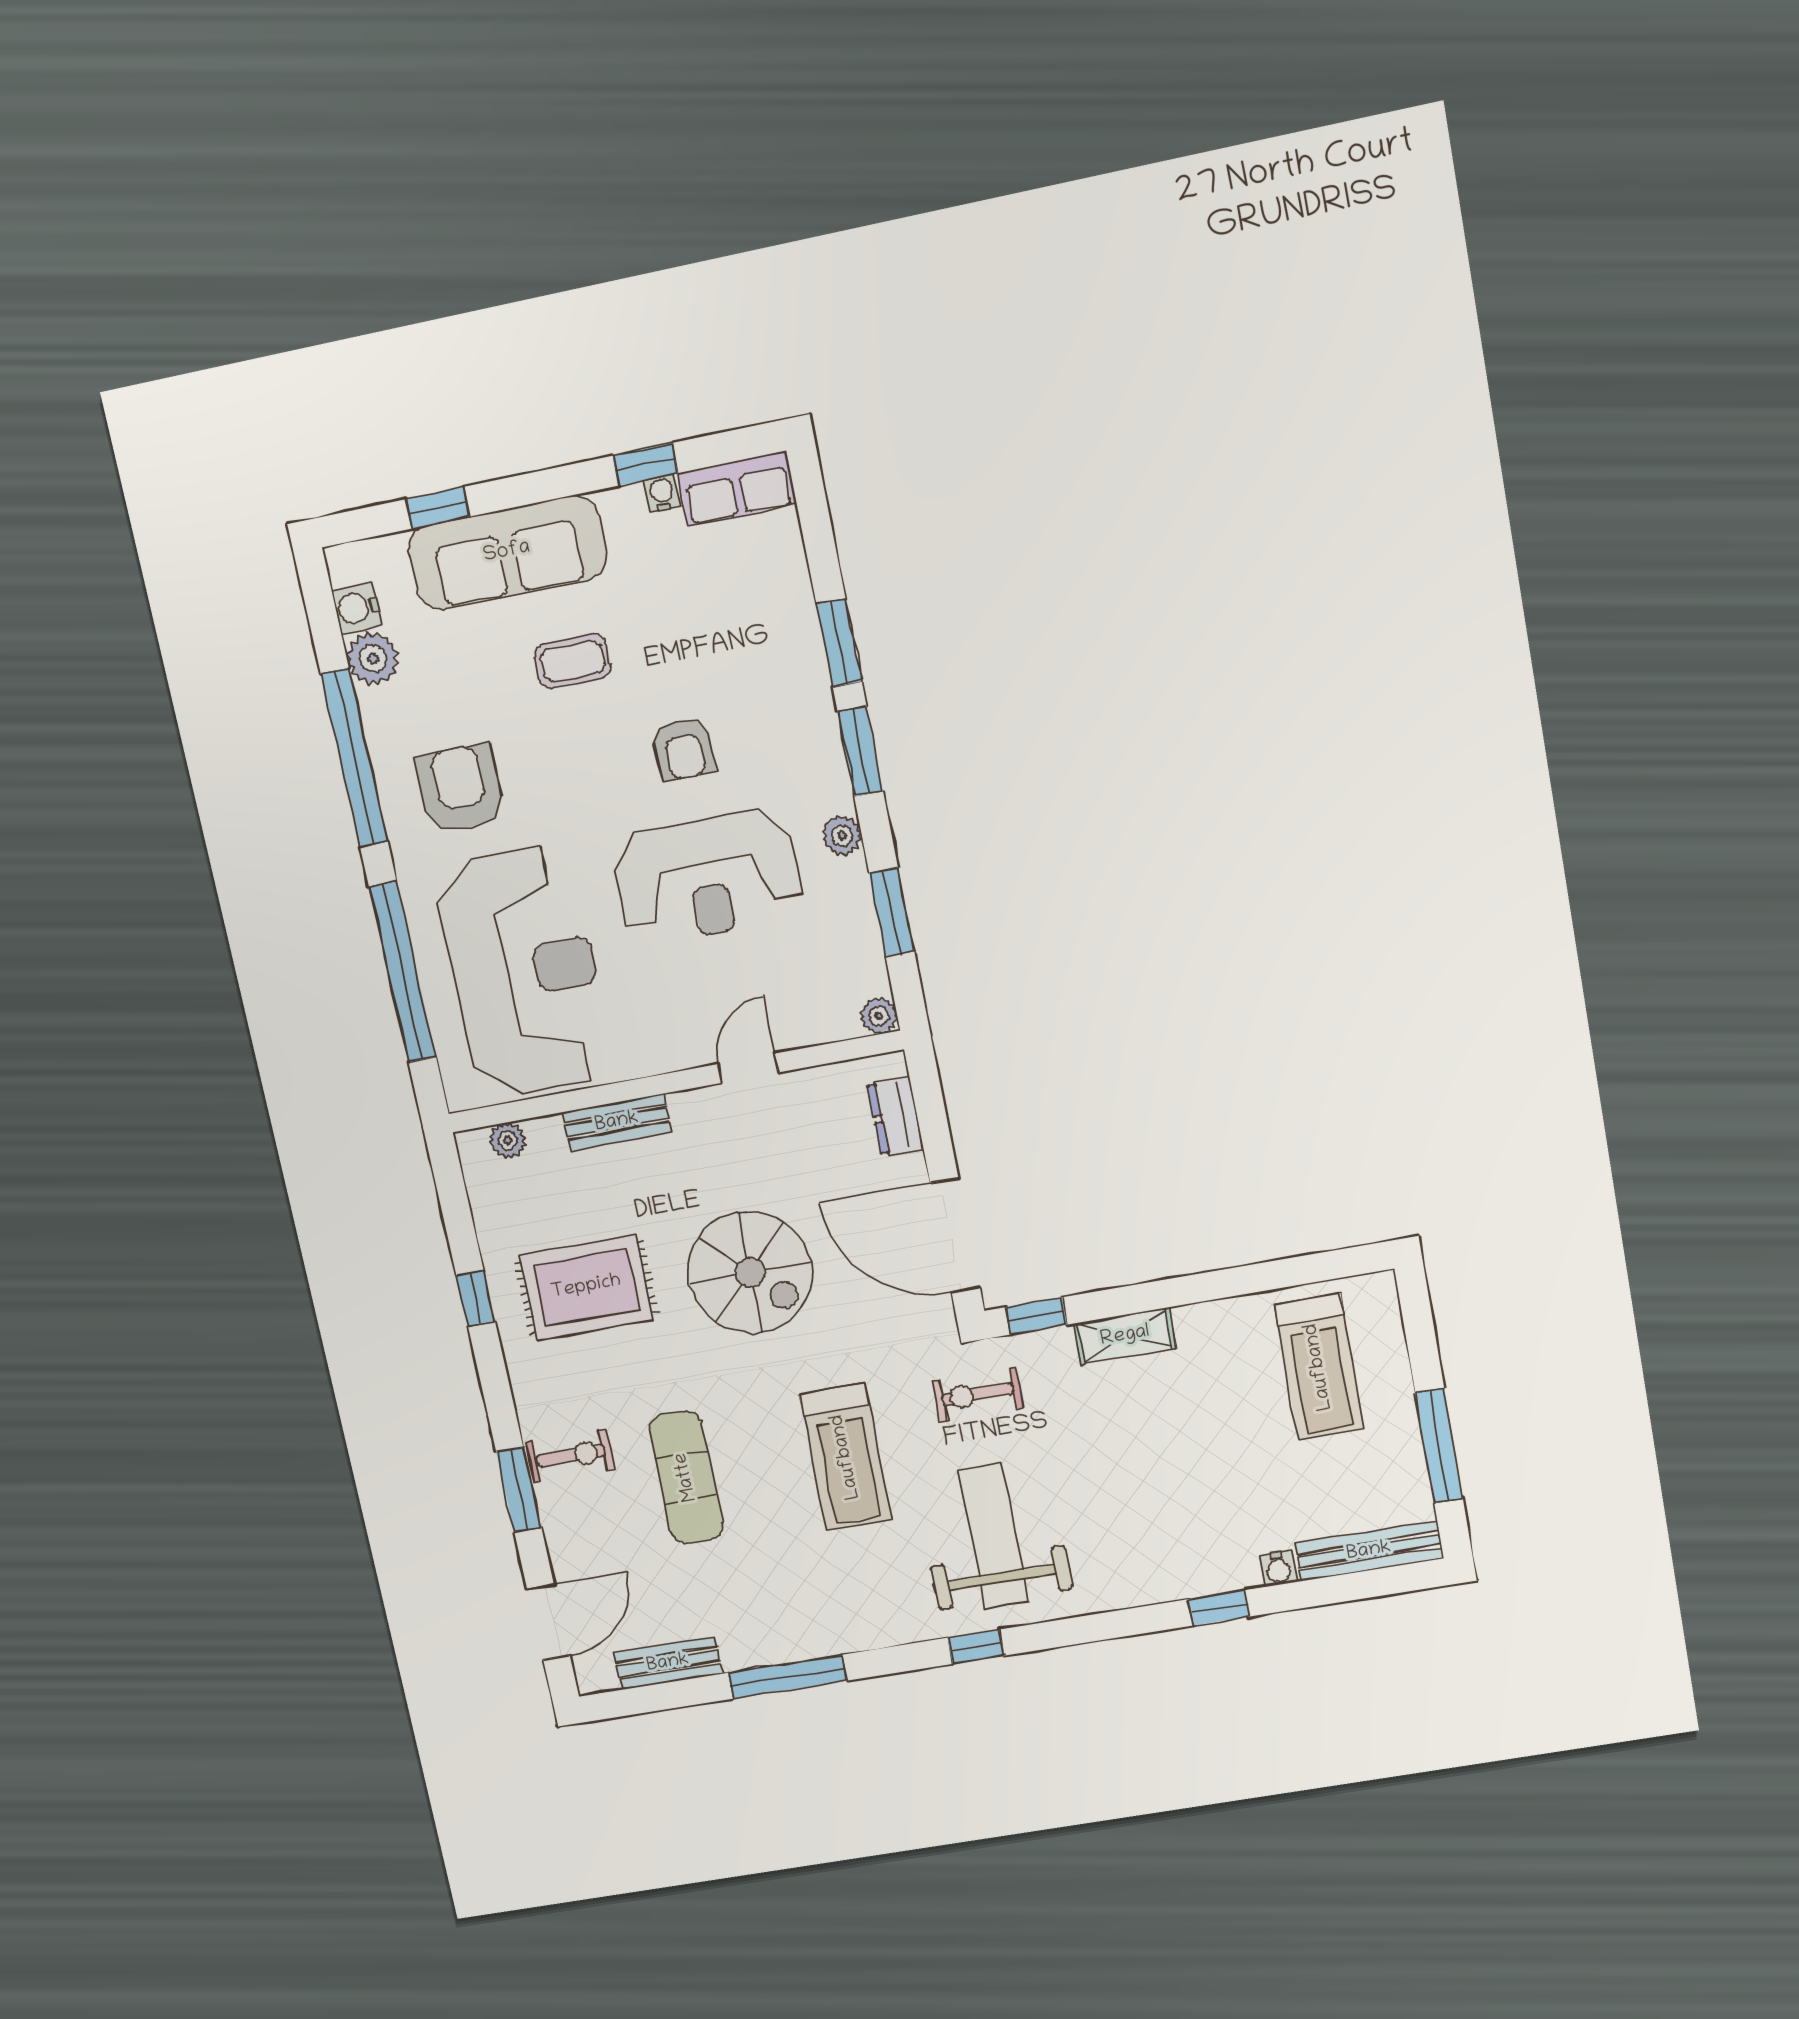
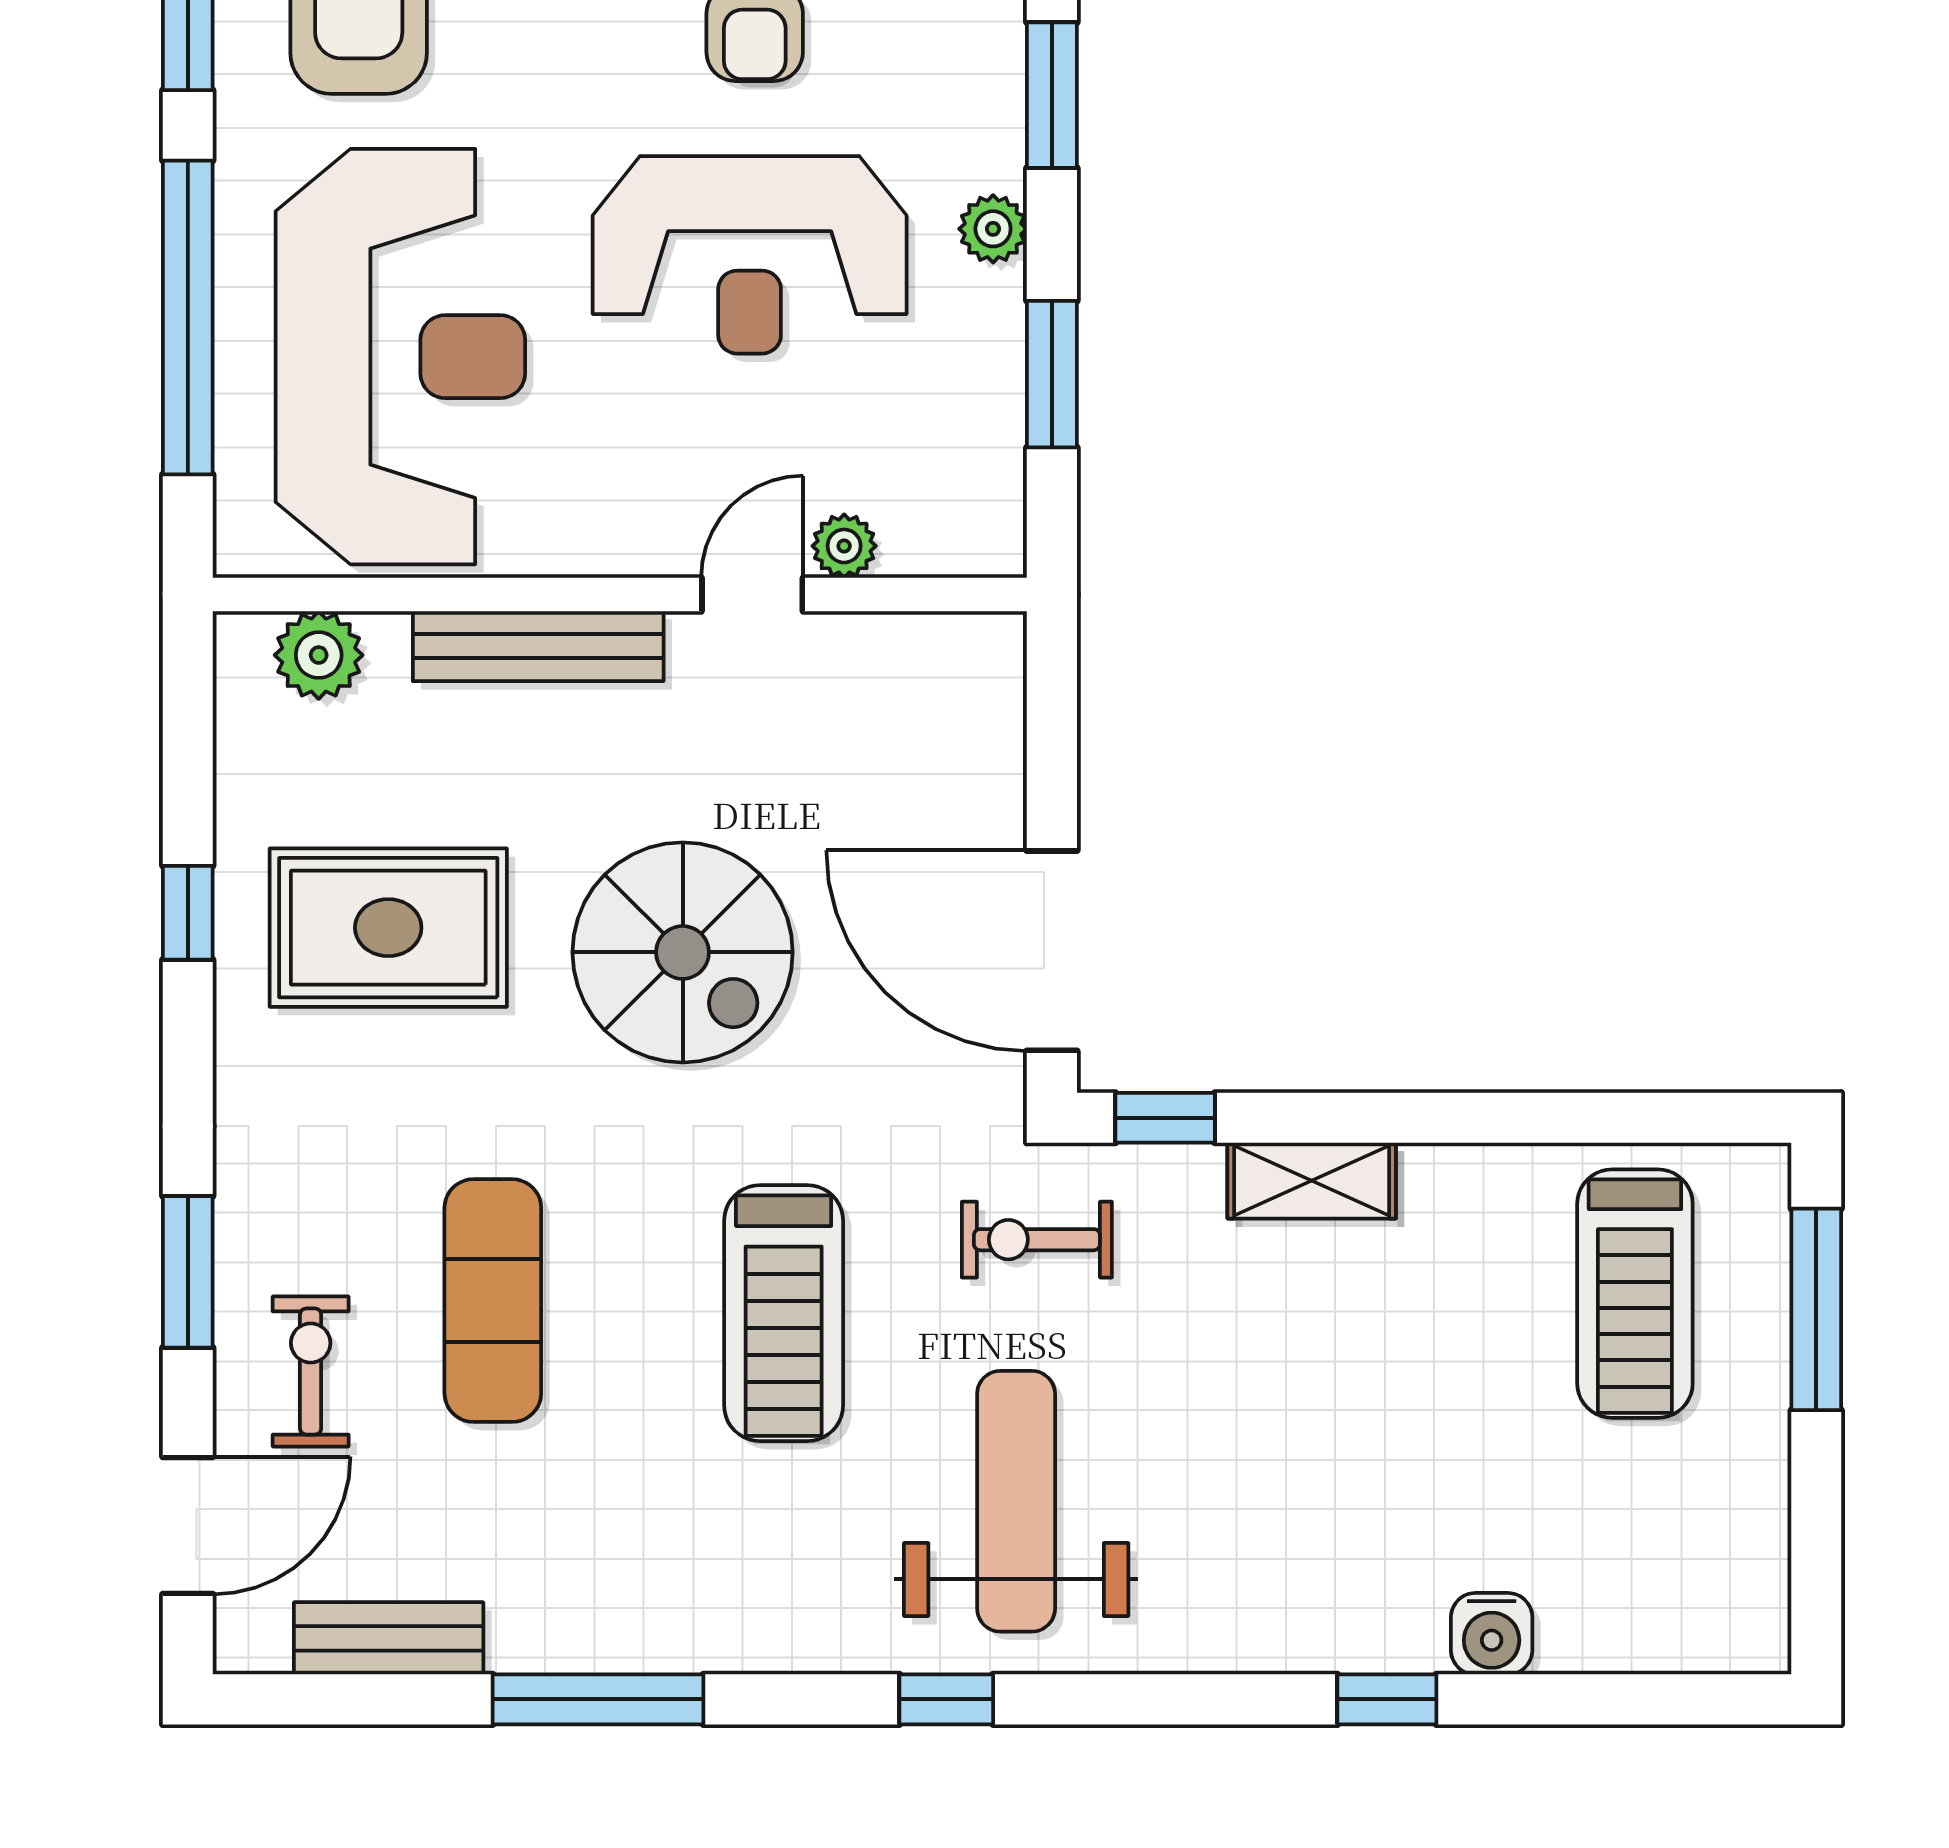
plant: (879, 1016) -> (844, 546), moved
dresser: (896, 1116) -> (990, 724), removed
bench: (617, 1122) -> (538, 646), width x1.36
plant: (508, 1140) -> (319, 655), width x1.38, depth x1.38
window: (1439, 1446) -> (1816, 1309), moved
exercise bike: (571, 1456) -> (311, 1372), moved, turned -90
bench: (1369, 1551) -> (1665, 1639), removed
water cooler: (1278, 1569) -> (1492, 1634), width x1.38, depth x1.38

